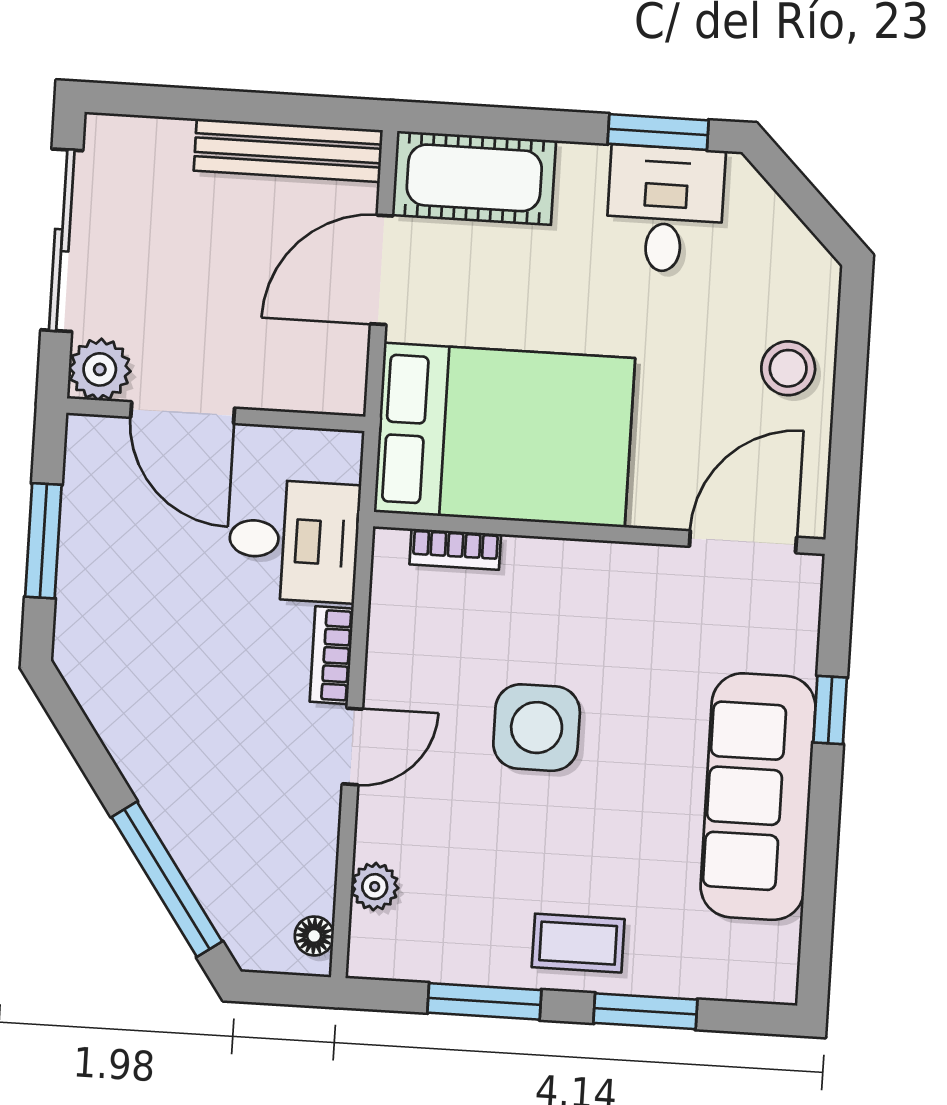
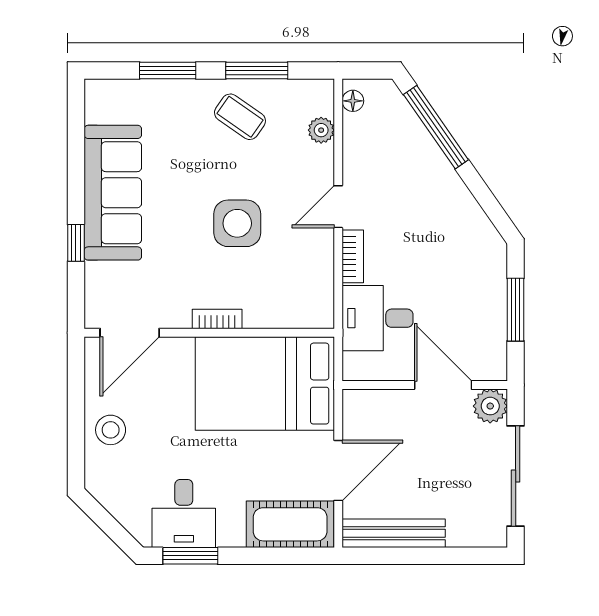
bookcase: (455, 549) -> (217, 319), moved
coffee table: (578, 943) -> (240, 117), moved, turned 35

